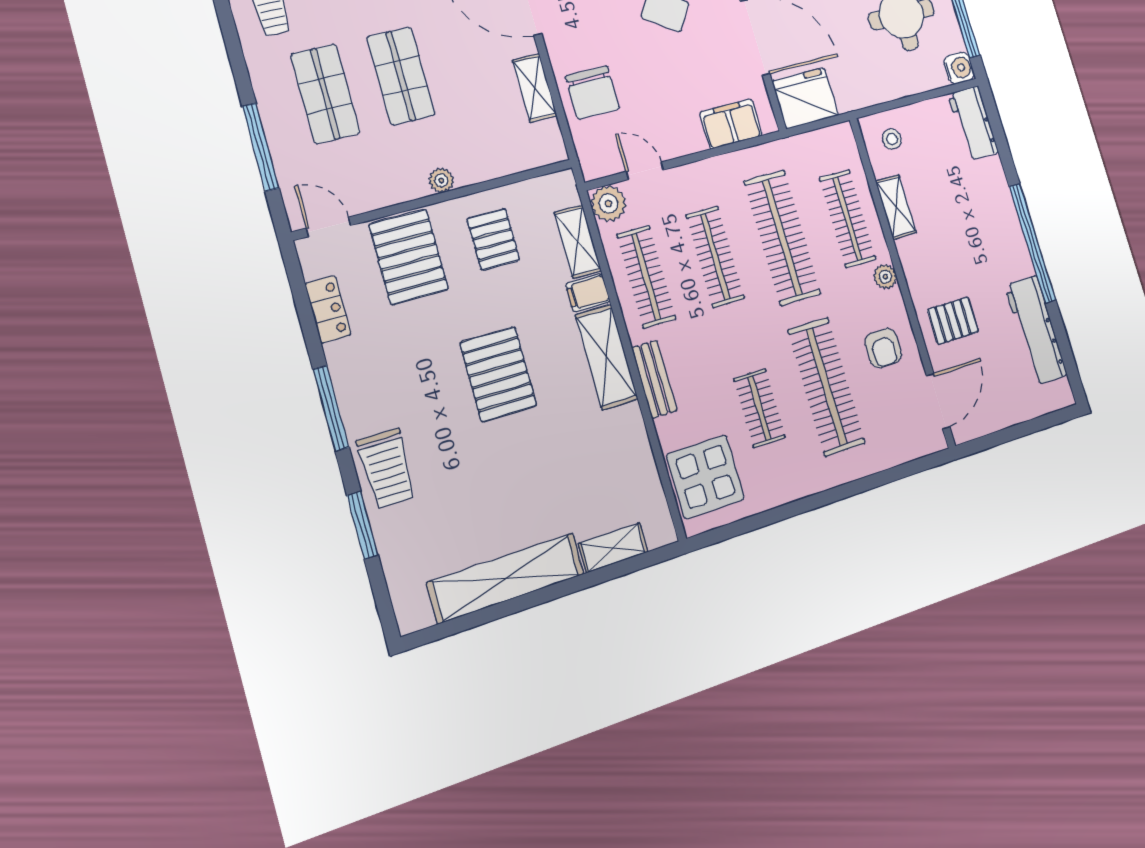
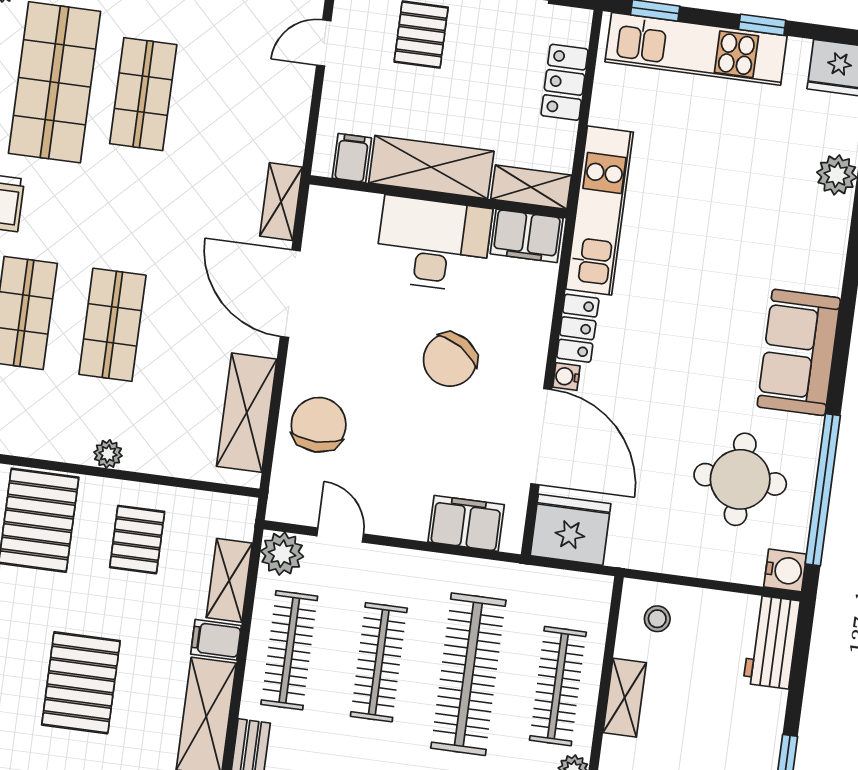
shelving: (535, 88) -> (247, 413), width x1.50, depth x1.33
chair: (592, 92) -> (319, 425), turned 180

